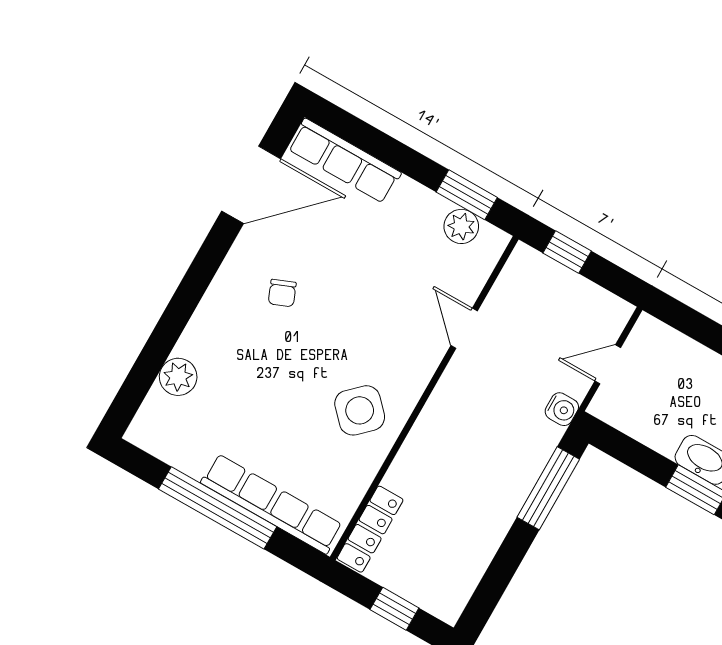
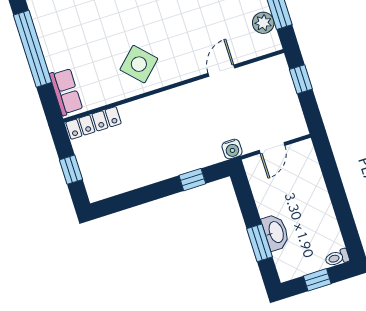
door: (608, 364) -> (272, 148), swing flipped
window: (548, 488) -> (192, 180), width x0.46
row of seats: (272, 504) -> (66, 92), width x0.50

